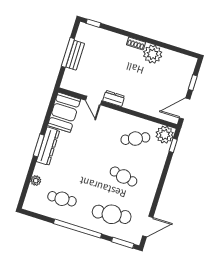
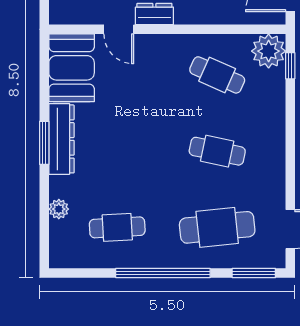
cafe table: (135, 139) -> (217, 75), turned 48

